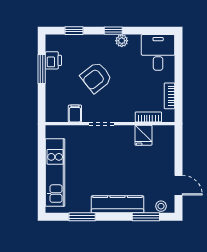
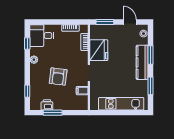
window: (113, 31) -> (27, 44), moved
armchair: (96, 77) -> (58, 77), turned 45
fridge: (143, 135) -> (99, 50), width x1.88, depth x1.34
window: (179, 148) -> (105, 22), added
door: (179, 185) -> (130, 22), hinge flipped
window: (146, 217) -> (151, 55), moved

